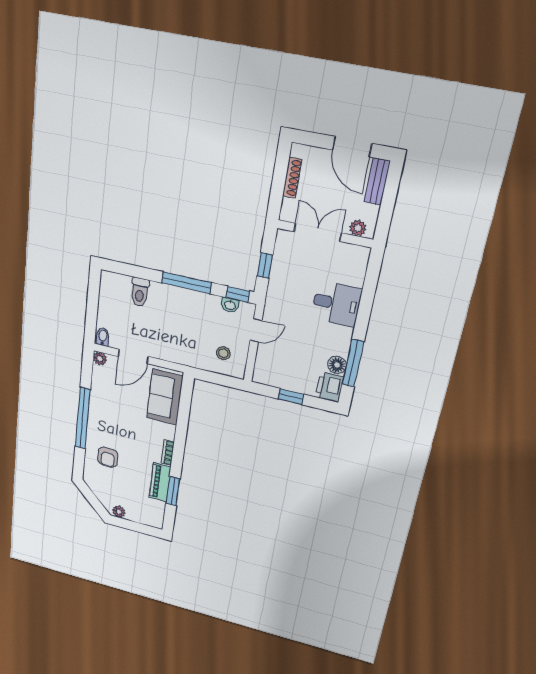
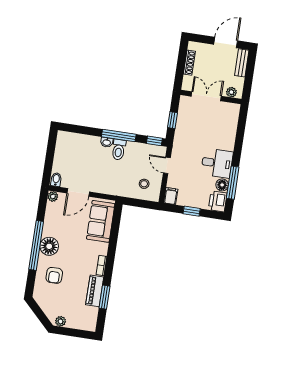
door: (352, 147) -> (226, 43), swing flipped
toilet: (140, 292) -> (119, 150), moved
desk: (336, 304) -> (217, 163), moved
washbasin: (230, 305) -> (107, 142), moved
door: (256, 330) -> (167, 165), swing flipped
filing cabinet: (261, 373) -> (171, 196), added
floor lamp: (99, 421) -> (49, 246), added

